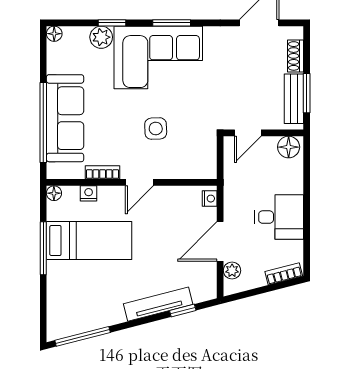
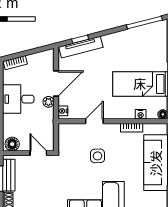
door: (248, 133) -> (38, 153), hinge flipped
door: (139, 182) -> (94, 121), moved
plant: (232, 271) -> (48, 102), moved
tv unit: (158, 304) -> (81, 47), moved

